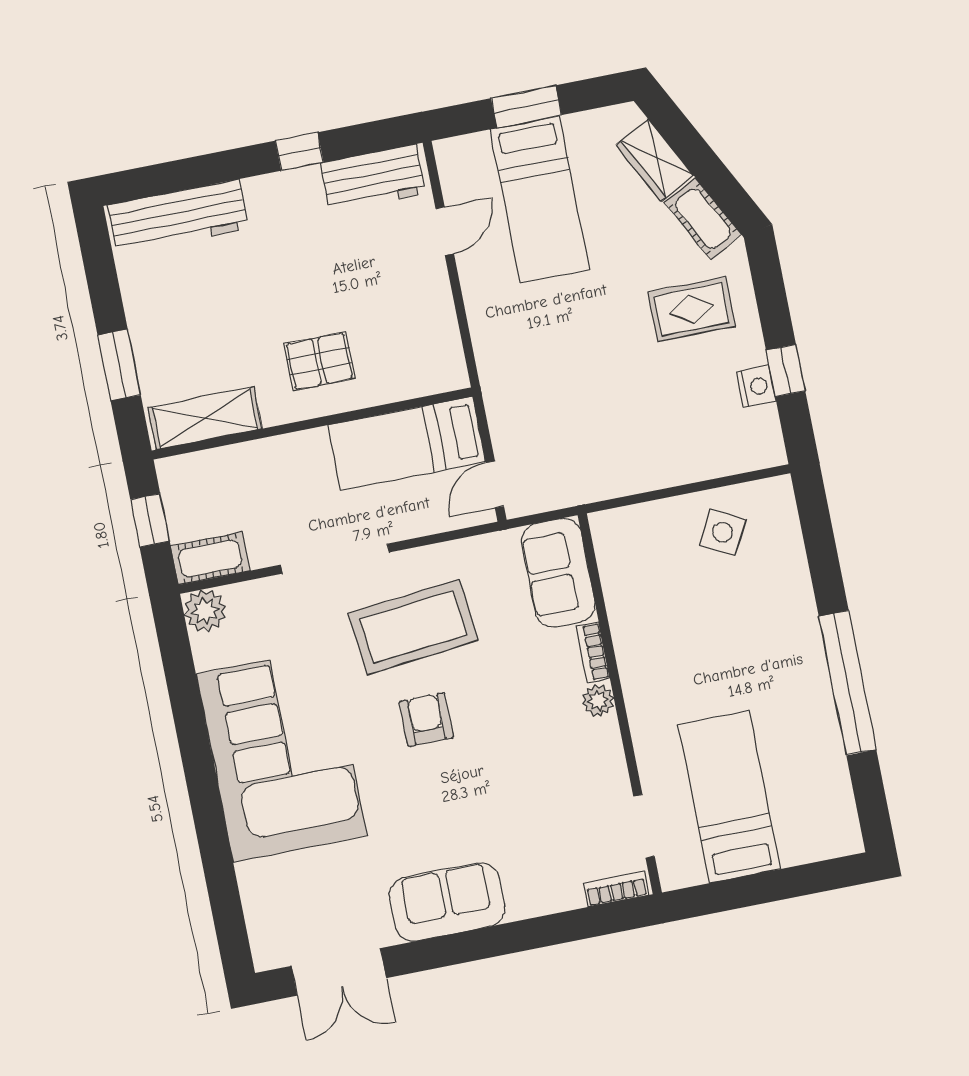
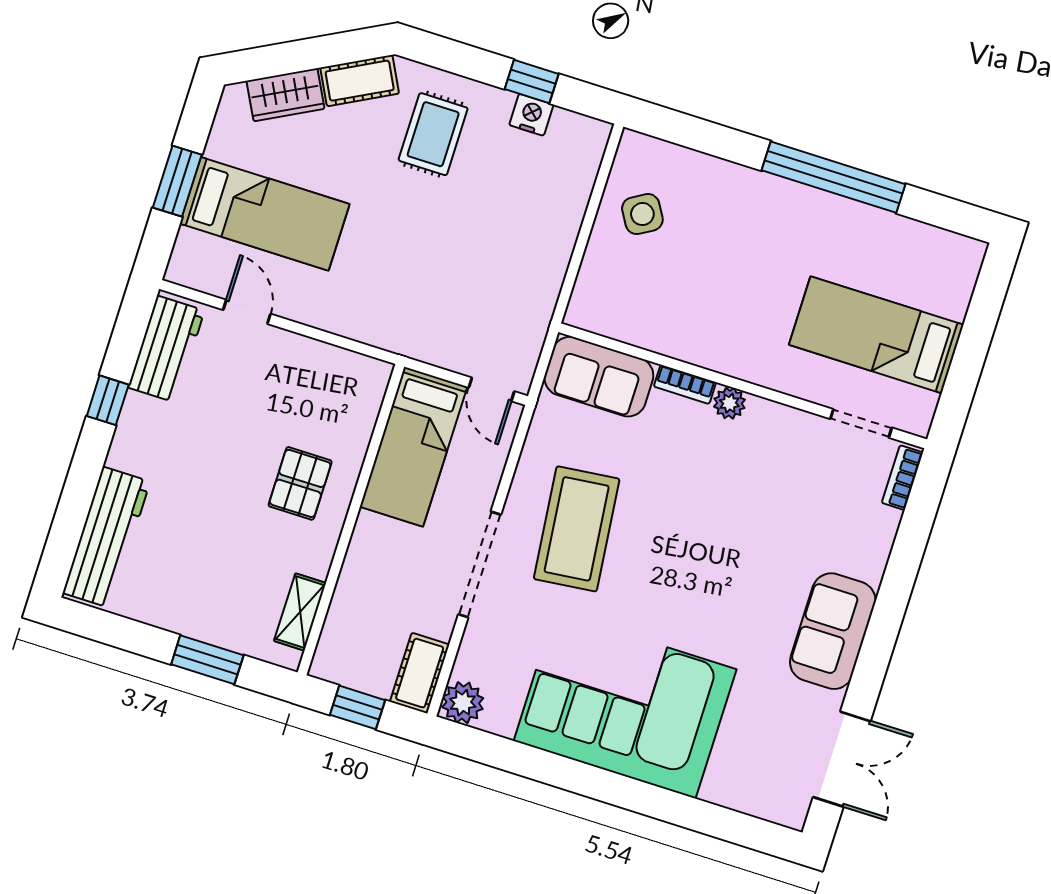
shelving: (205, 418) -> (300, 612), width x0.67, depth x0.75
side table: (722, 532) -> (642, 214), turned 31
armchair: (426, 720) -> (664, 562), removed

